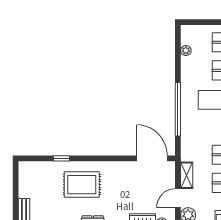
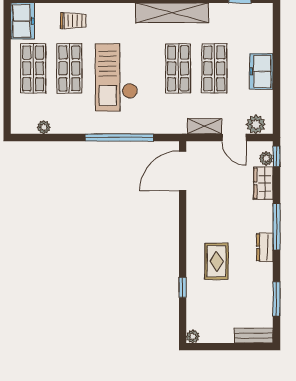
plant: (23, 166) -> (193, 336), added
rug: (82, 185) -> (216, 261), width x0.73, depth x0.70

